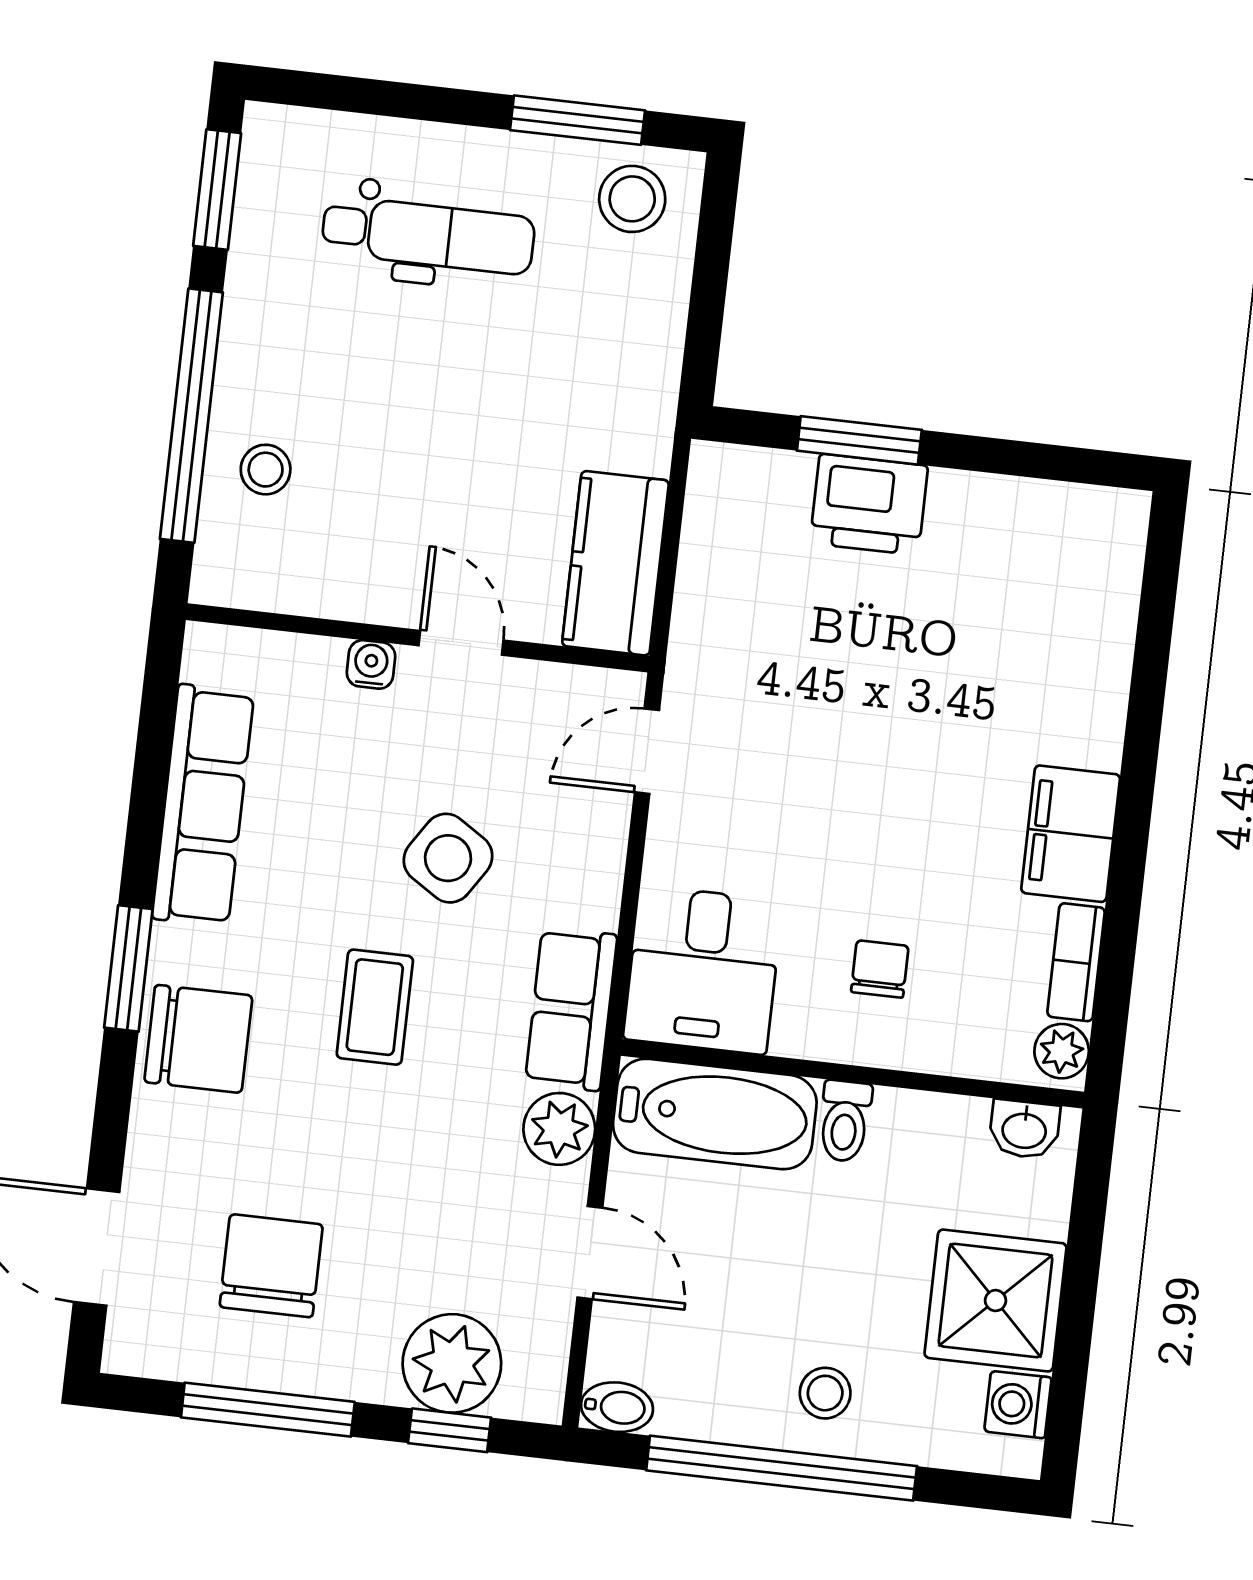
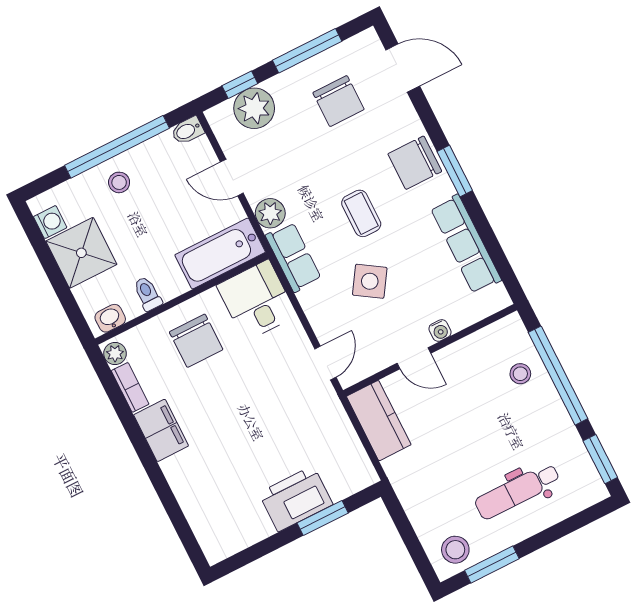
printer: (869, 504) -> (296, 499), width x1.37, depth x1.19
chair: (880, 969) -> (196, 341), width x1.87, depth x1.87
toilet: (845, 1121) -> (148, 294), moved

